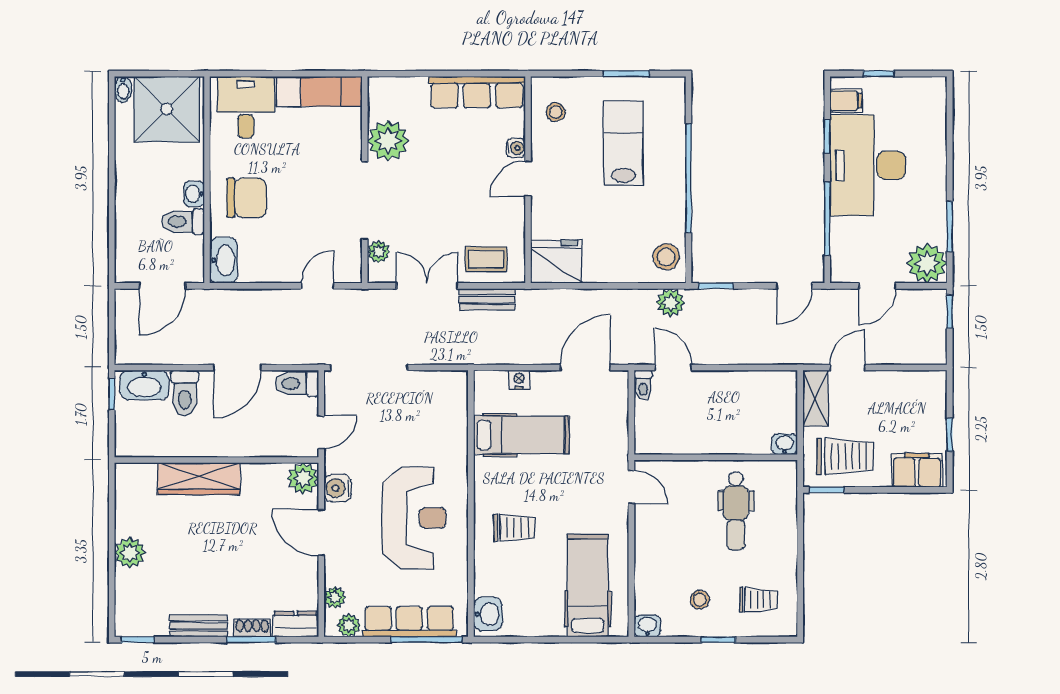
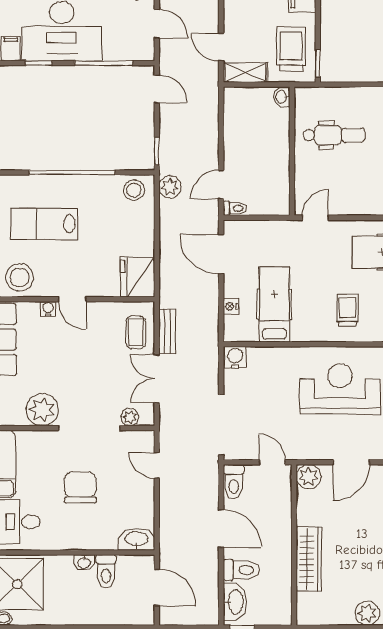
stool: (556, 112) -> (20, 277), width x1.89, depth x1.89
chair: (247, 198) -> (80, 487), moved
water cooler: (338, 488) -> (235, 357), moved, turned 180

